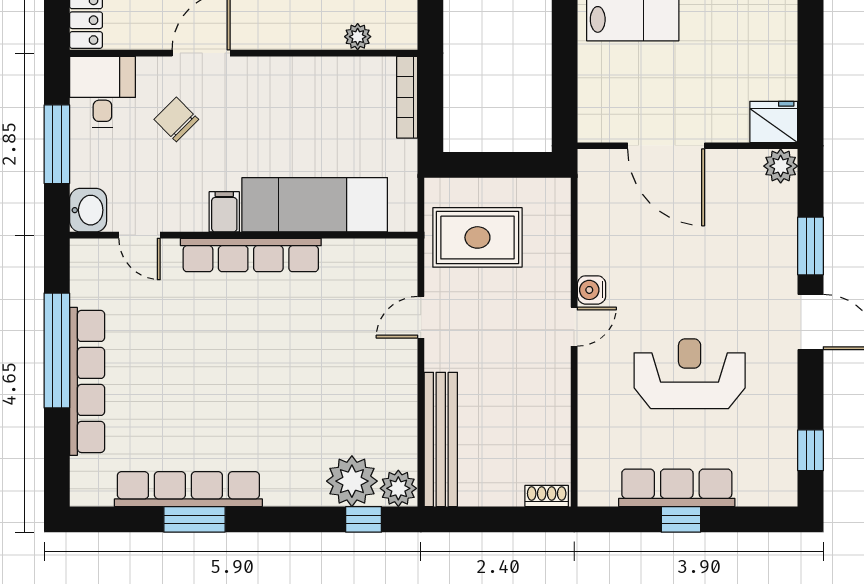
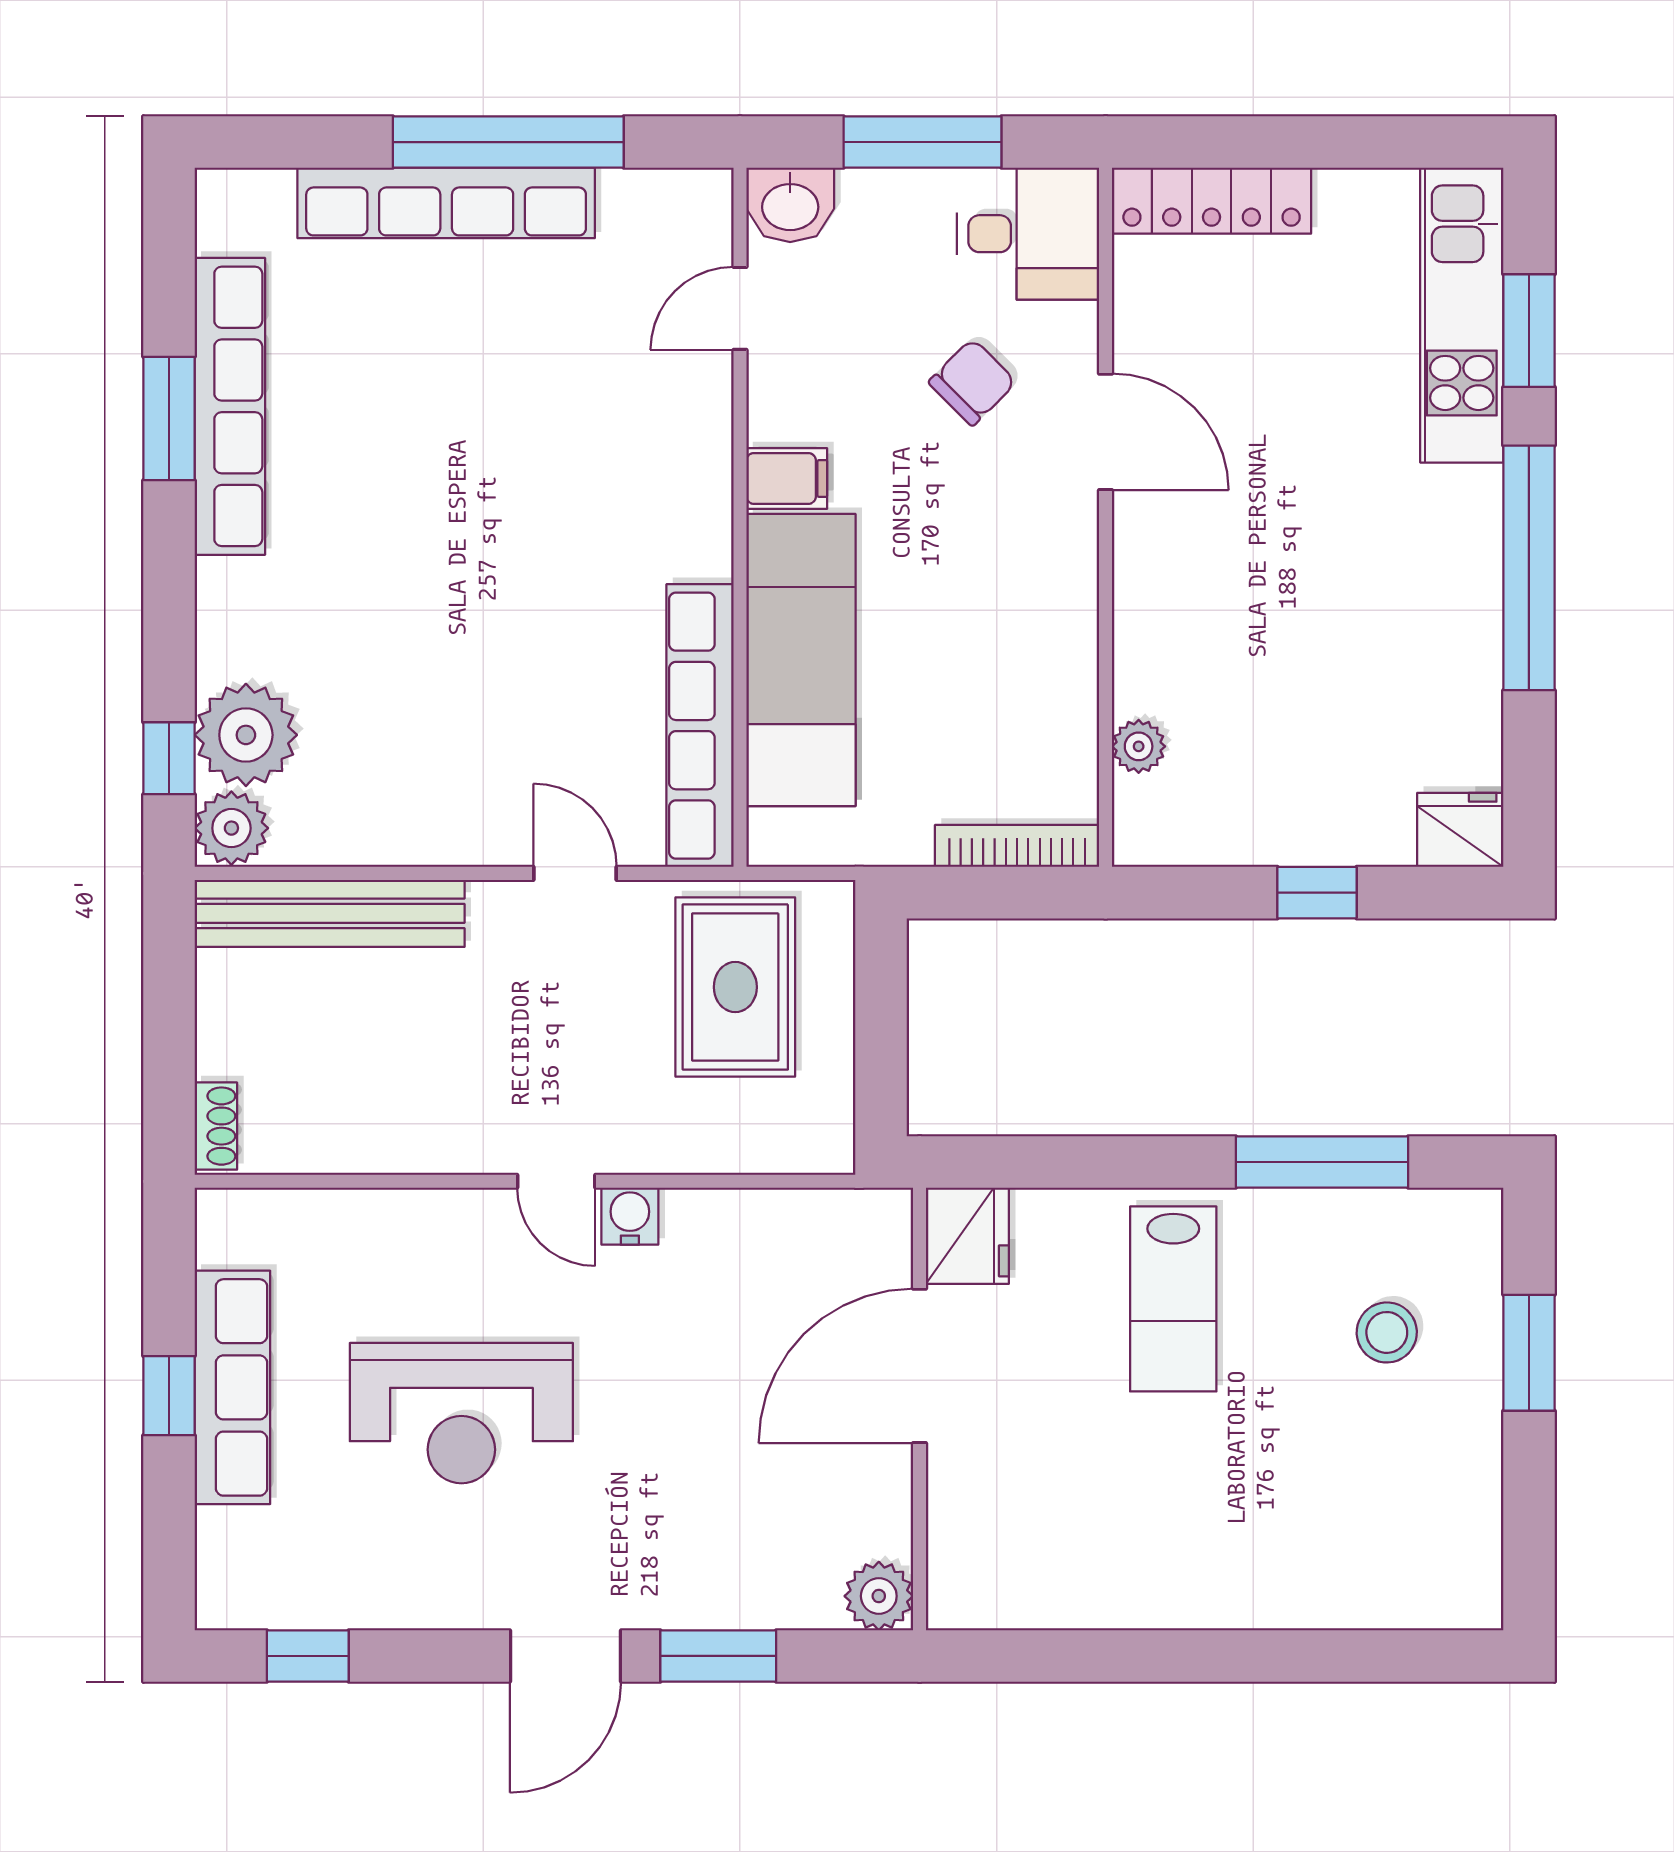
fridge: (774, 122) -> (967, 1236), moved
row of seats: (251, 255) -> (700, 726), moved
reception desk: (690, 374) -> (461, 1413), turned 90

